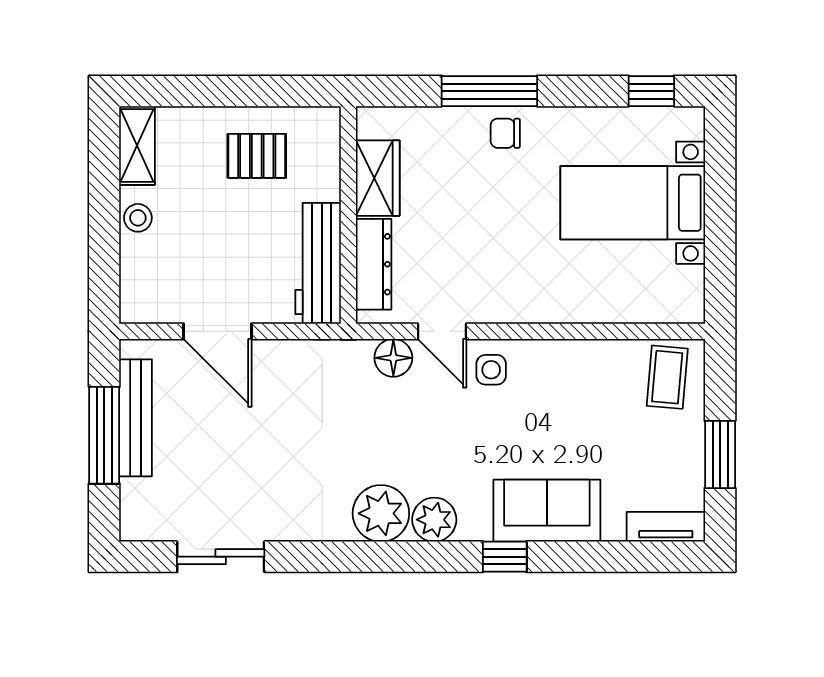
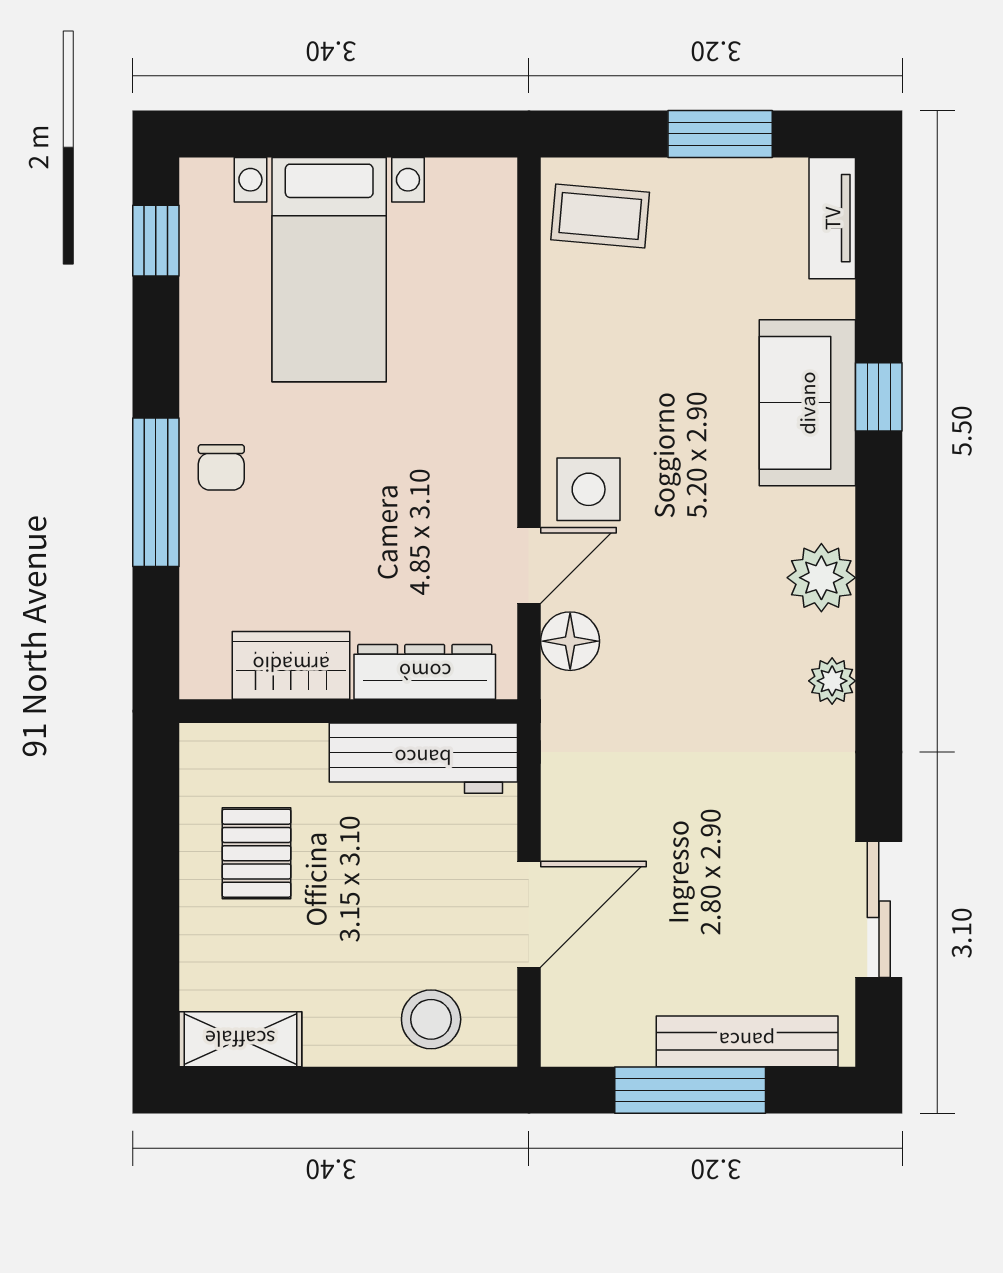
stool: (138, 218) -> (431, 1019), moved, width x1.37, depth x1.37
side table: (491, 370) -> (589, 489), width x1.37, depth x1.37
bench: (136, 418) -> (747, 1041), moved
plant: (381, 513) -> (832, 681), width x0.53, depth x0.53
window: (505, 557) -> (879, 397), moved

